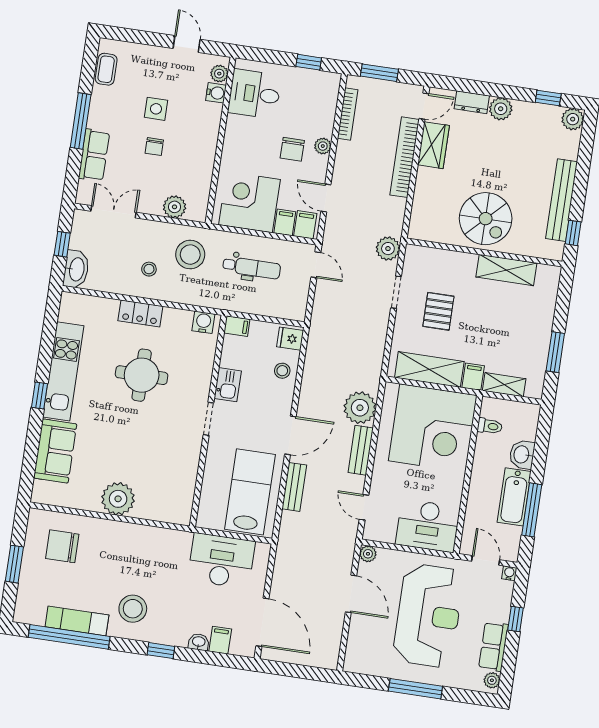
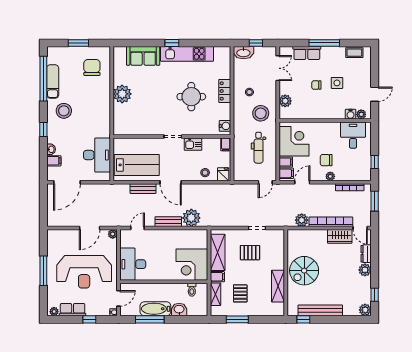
plant: (388, 249) -> (302, 220), moved
pallet: (509, 340) -> (240, 293), added
corner desk: (433, 428) -> (192, 265), width x0.74, depth x0.74

